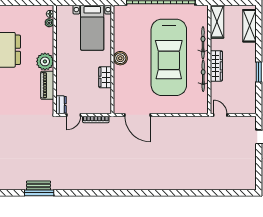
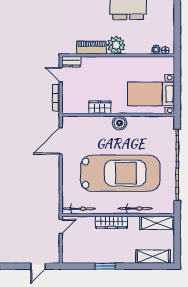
car: (169, 57) -> (120, 173), turned 180
bicycle: (203, 76) -> (79, 209), moved

